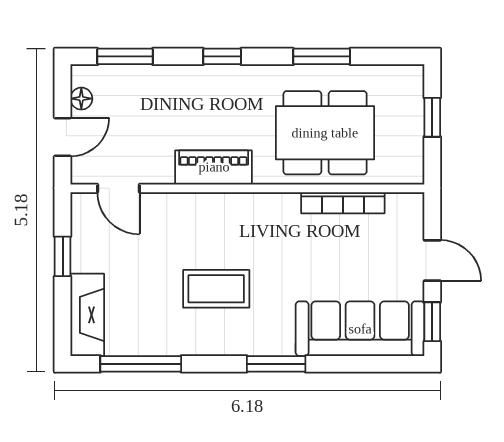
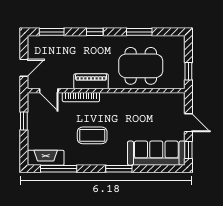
floor lamp: (81, 99) -> (32, 51), removed
window: (432, 117) -> (188, 71), moved
bookcase: (343, 203) -> (81, 97), moved
fireplace: (87, 315) -> (46, 158), moved, turned -90

